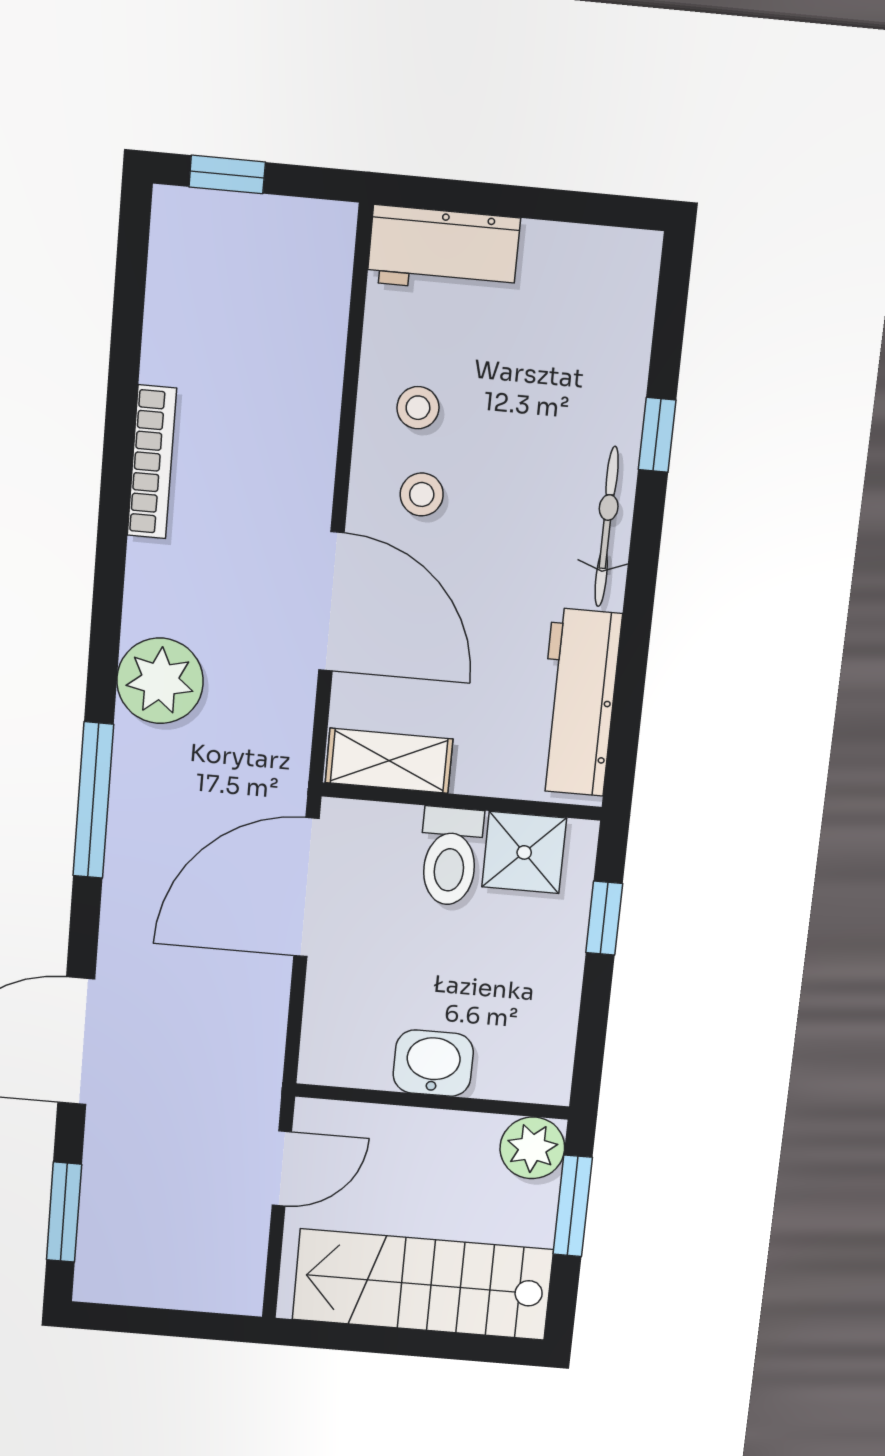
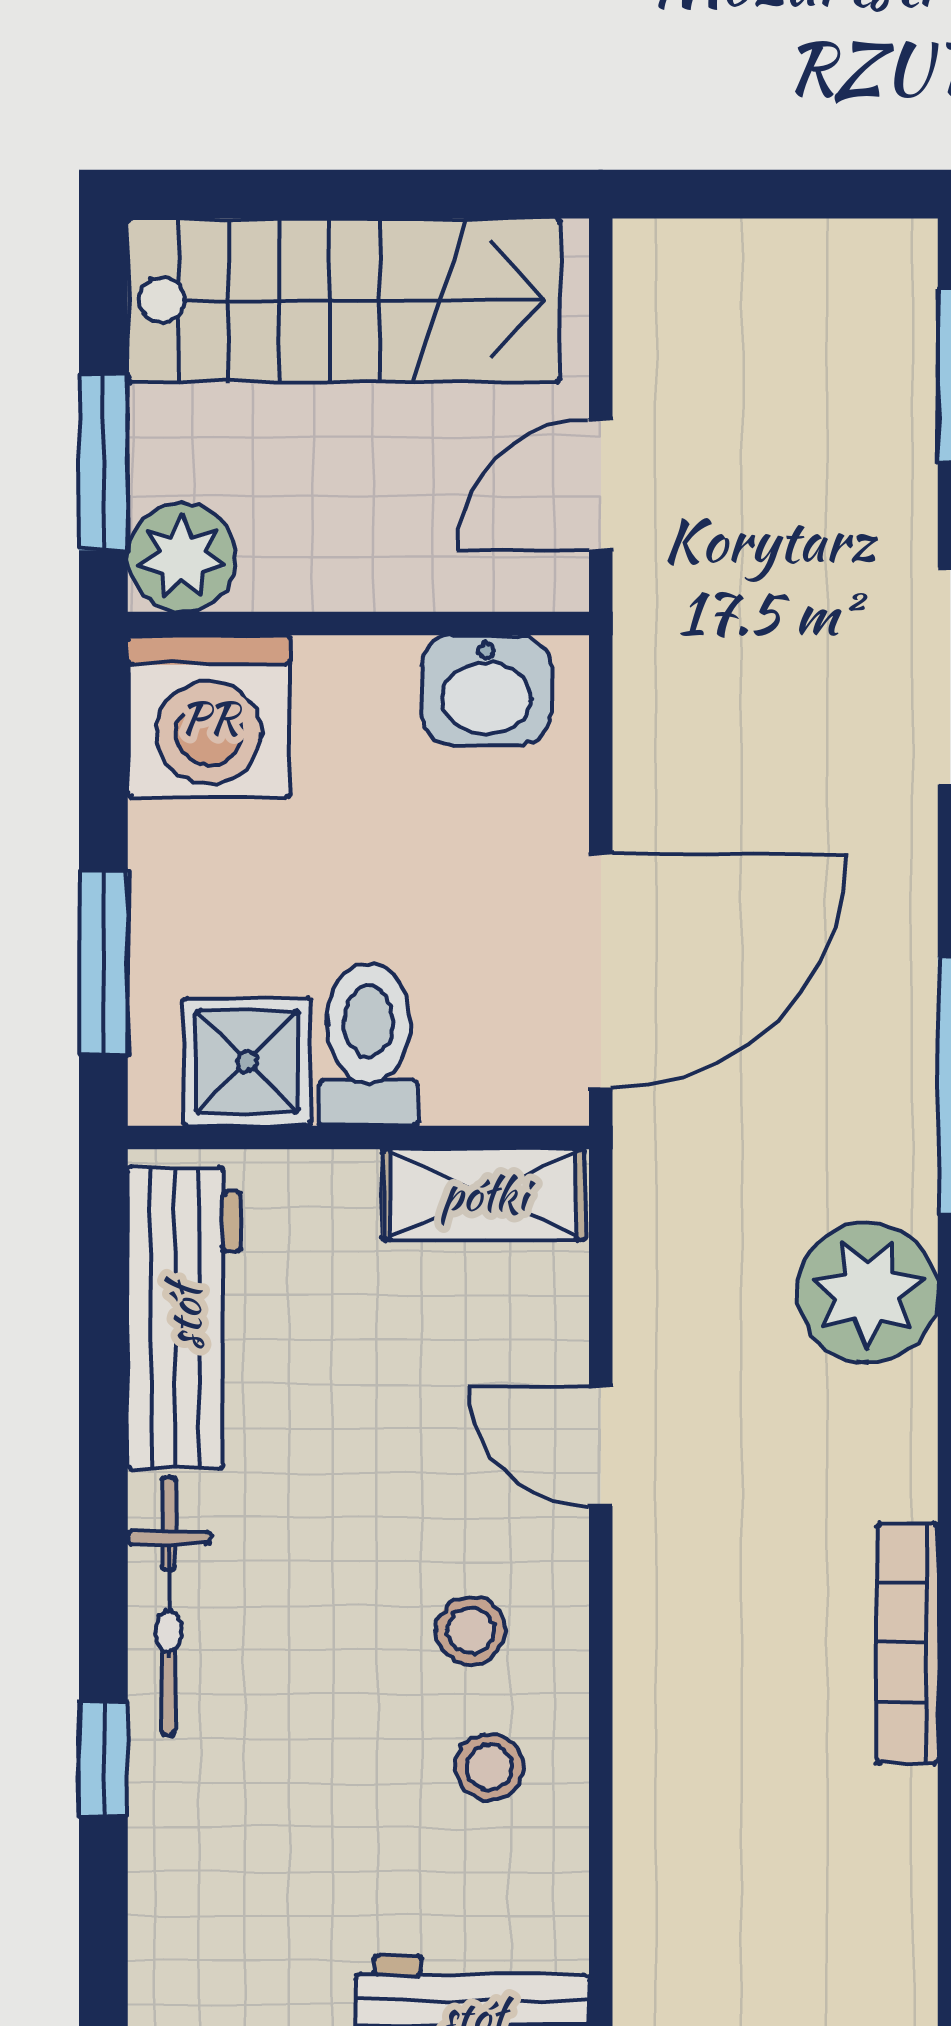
door: (331, 602) -> (601, 1446), width x0.53
window: (604, 918) -> (103, 963), width x1.50
washing machine: (526, 1056) -> (209, 717), added
washbasin: (433, 1063) -> (486, 690), moved

